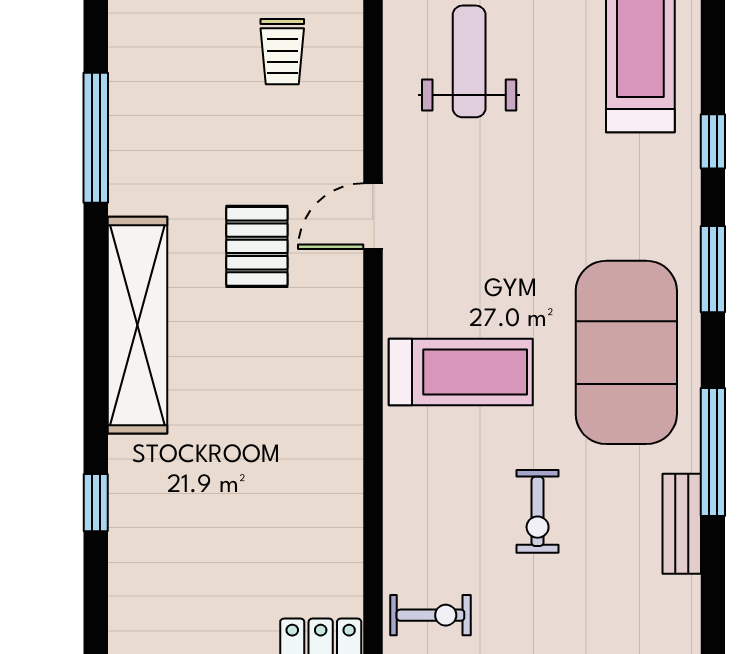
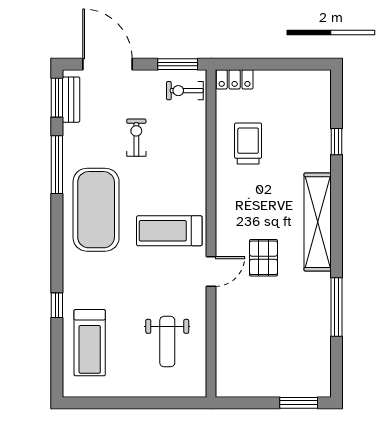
trolley: (282, 52) -> (248, 144), moved, width x1.36, depth x1.39
window: (713, 269) -> (57, 98), moved
treadmill: (461, 372) -> (169, 231), moved
bench: (682, 524) -> (71, 100), moved

